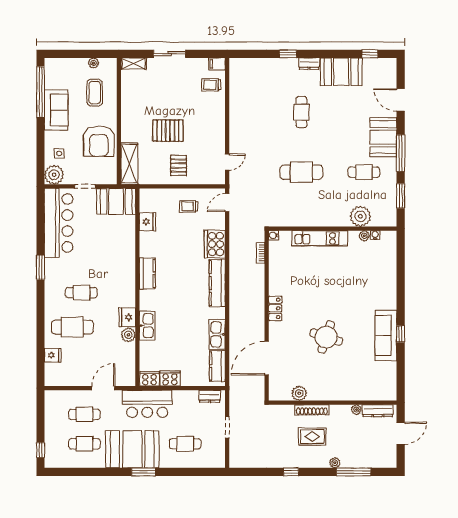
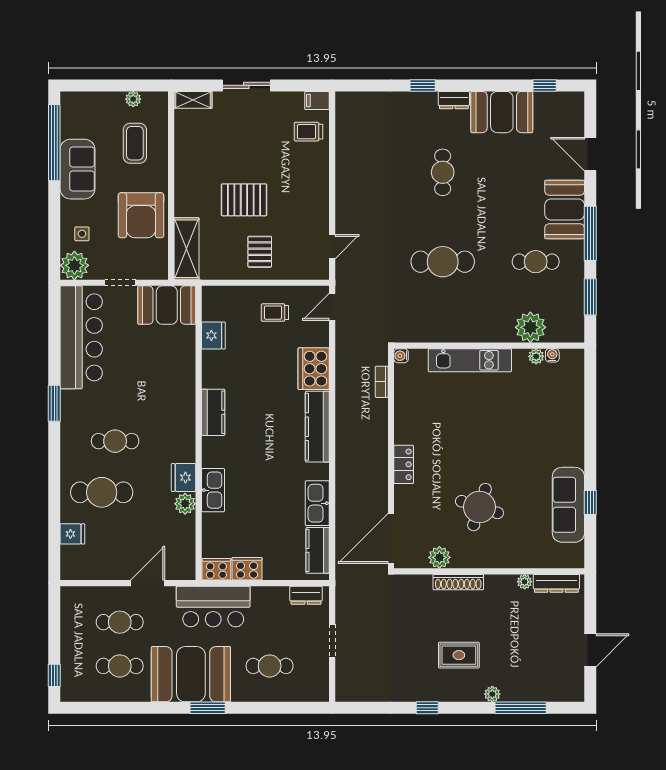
plant: (299, 393) -> (439, 557), moved
wall: (333, 403) -> (489, 571), moved
shoe rack: (312, 410) -> (458, 582), moved
plant: (356, 410) -> (525, 582), moved
dresser: (378, 411) -> (556, 583), moved

